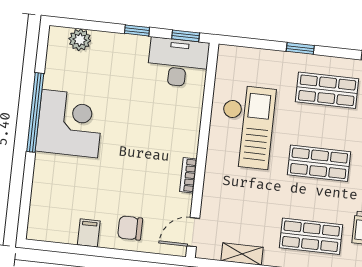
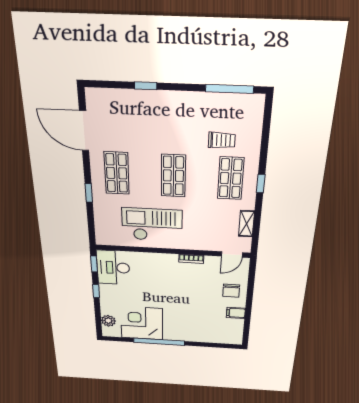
corner desk: (70, 124) -> (142, 323), moved
door: (193, 232) -> (232, 254), hinge flipped

